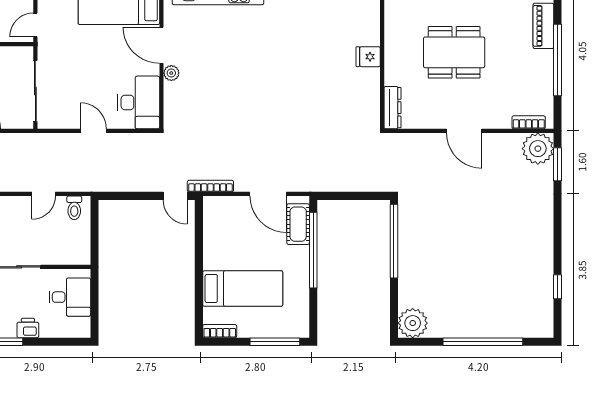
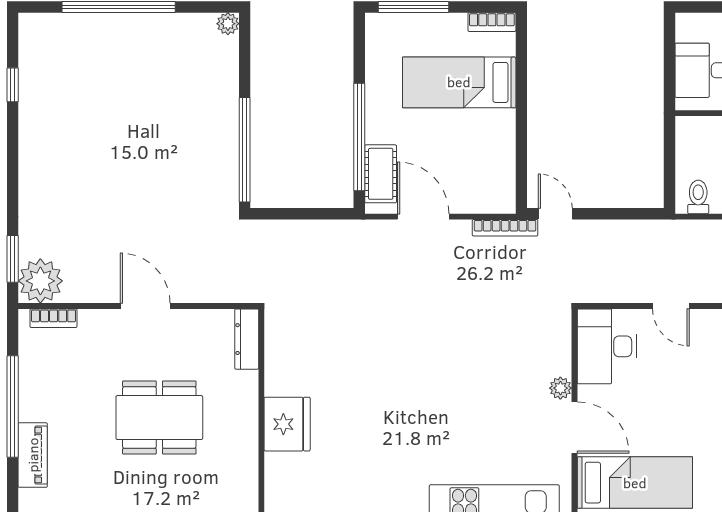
fridge: (368, 57) -> (287, 424), width x1.88, depth x1.34
plant: (413, 323) -> (228, 24), width x0.53, depth x0.53

